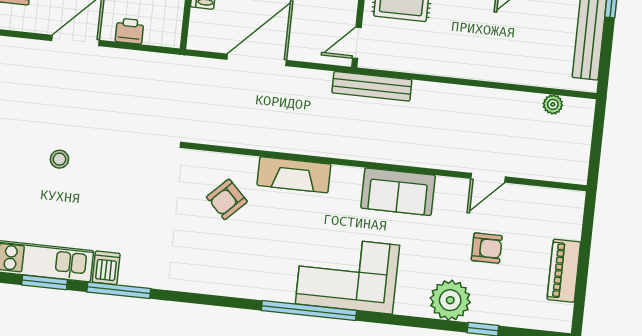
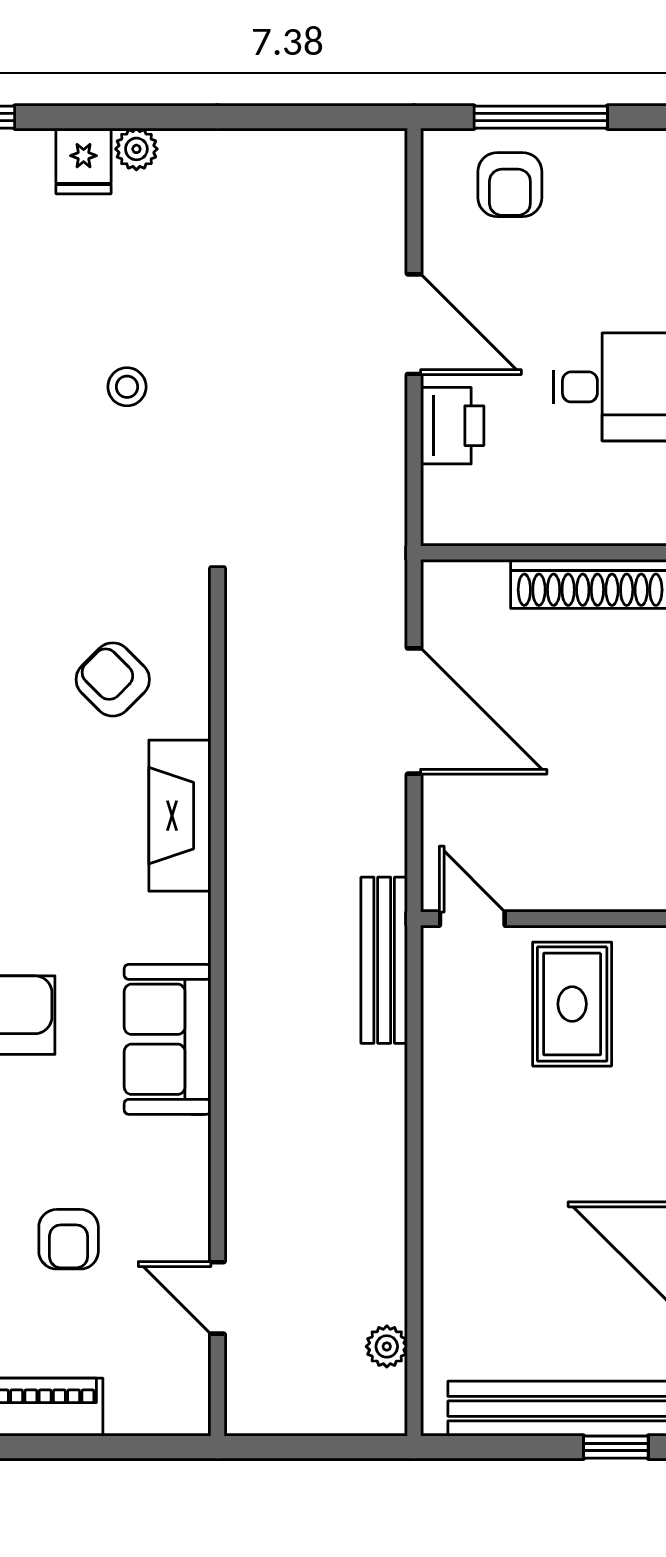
printer: (129, 31) -> (452, 426), width x1.36, depth x1.24
stool: (59, 159) -> (127, 387), moved
door: (488, 178) -> (217, 1298), moved

